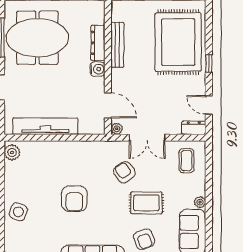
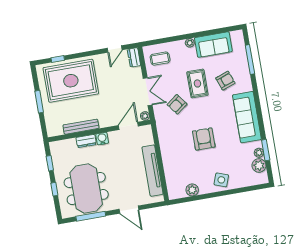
dresser: (98, 43) -> (86, 141), width x0.70
window: (209, 63) -> (58, 59), moved
plant: (12, 152) -> (192, 190), moved
armchair: (74, 199) -> (204, 139), turned -90

